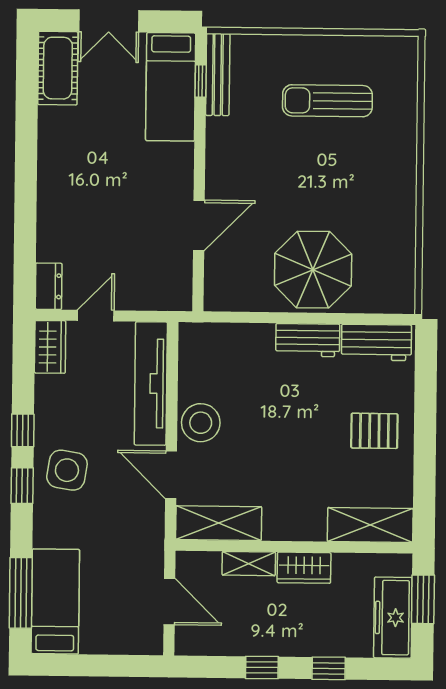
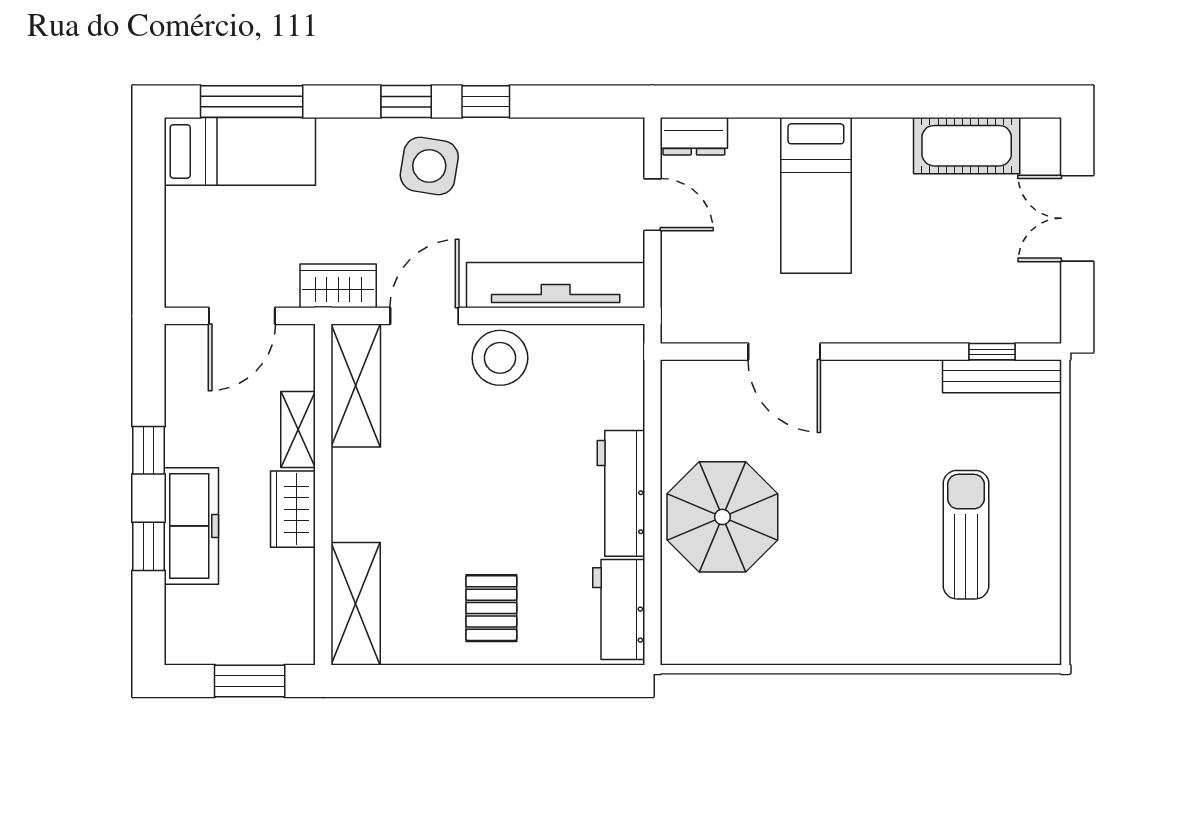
cot: (58, 68) -> (967, 146), moved
bed: (171, 87) -> (816, 195), moved, turned -90
workbench: (308, 340) -> (621, 493), width x1.37
wardrobe: (50, 347) -> (338, 286), moved, turned 180
freezer: (393, 618) -> (191, 526), moved, turned 90

